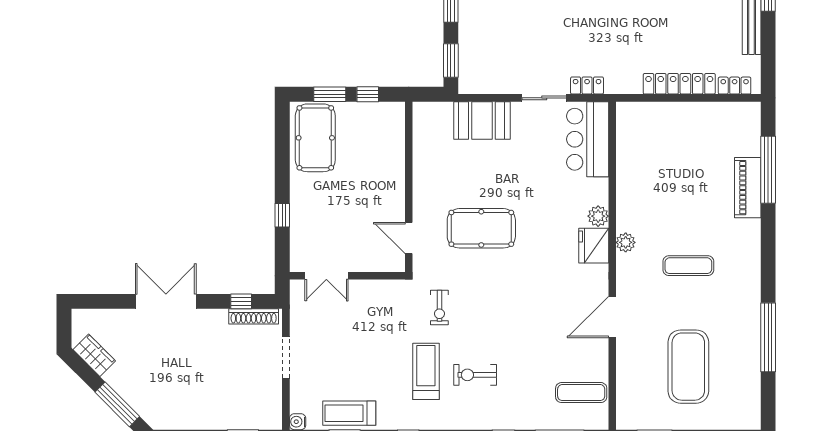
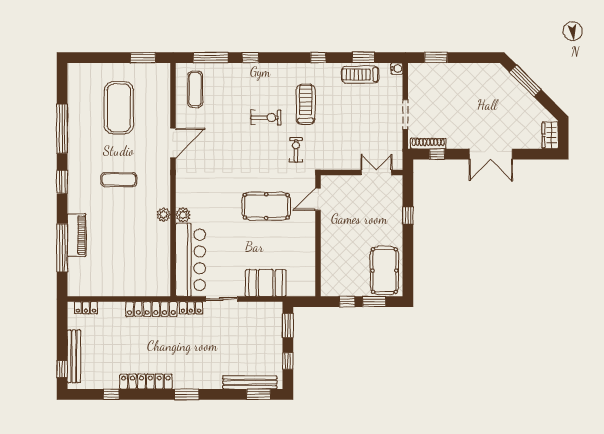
locker: (679, 84) -> (151, 309), moved
bar counter: (588, 139) -> (191, 260), width x1.36
door: (409, 238) -> (318, 199), swing flipped
plant: (626, 242) -> (164, 215), moved
fridge: (594, 246) -> (186, 194), removed
window: (768, 263) -> (62, 182), added
wardrobe: (94, 355) -> (550, 135), moved, turned 45
treadmill: (426, 371) -> (306, 104), turned 180
exercise bike: (475, 375) -> (266, 118), moved
exercise mat: (581, 393) -> (195, 89), turned 90
treadmill: (349, 413) -> (360, 75), turned 180

